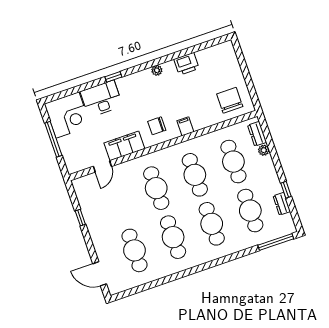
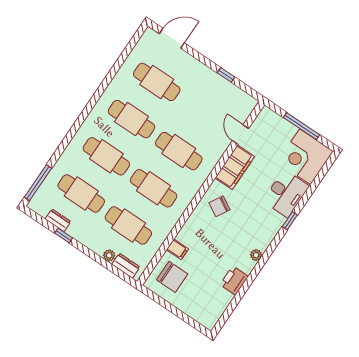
chair: (157, 126) -> (219, 206), turned -150
filing cabinet: (185, 126) -> (177, 249), moved

